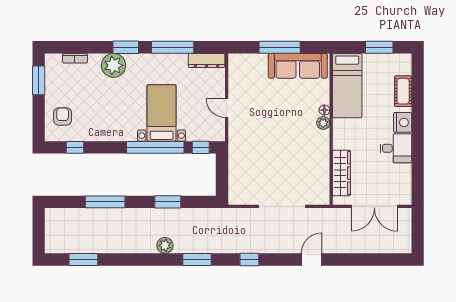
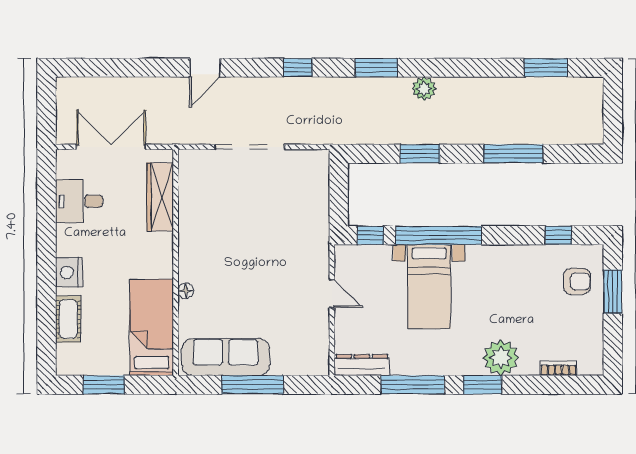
window: (39, 80) -> (613, 292), moved
armchair: (63, 116) -> (577, 281), turned -90
plant: (323, 123) -> (188, 272), removed
desk: (396, 148) -> (79, 201), moved

